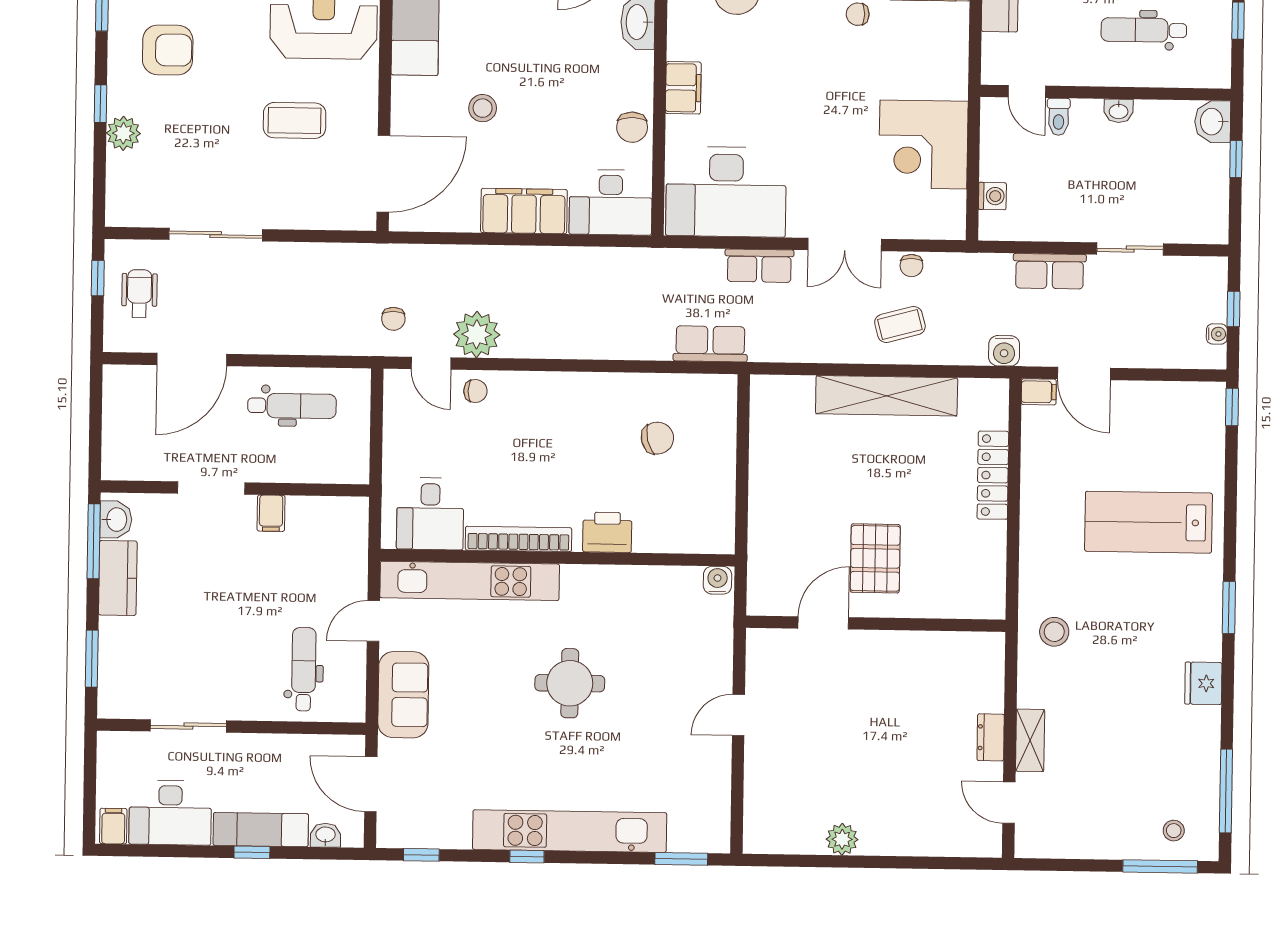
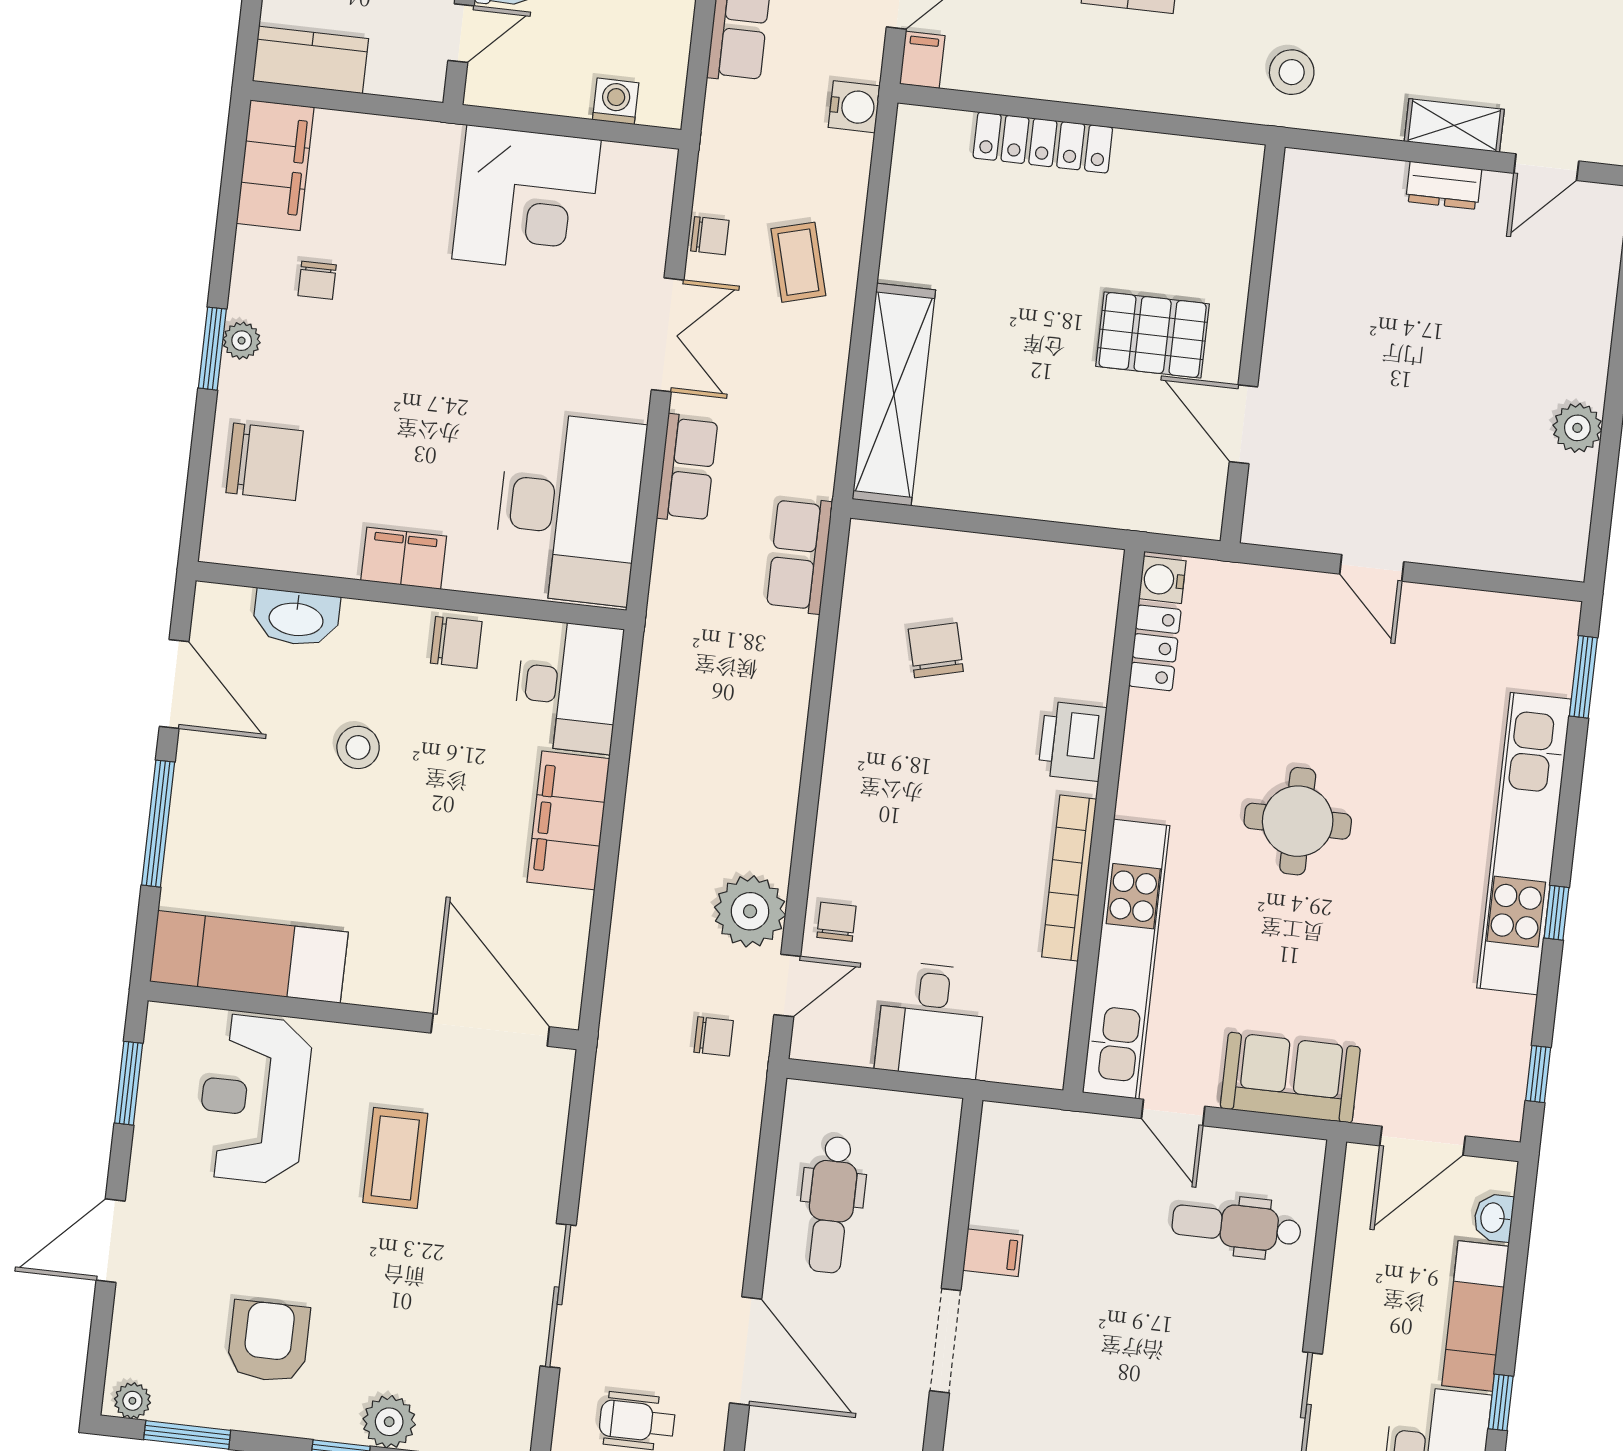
stool: (483, 108) -> (358, 747), moved
shelving: (887, 396) -> (894, 395), moved
dental chair: (292, 406) -> (832, 1205), turned 180
desk: (430, 514) -> (931, 1020), moved, turned 90
locker: (673, 580) -> (1155, 648), added
window: (252, 852) -> (1501, 1402), moved

